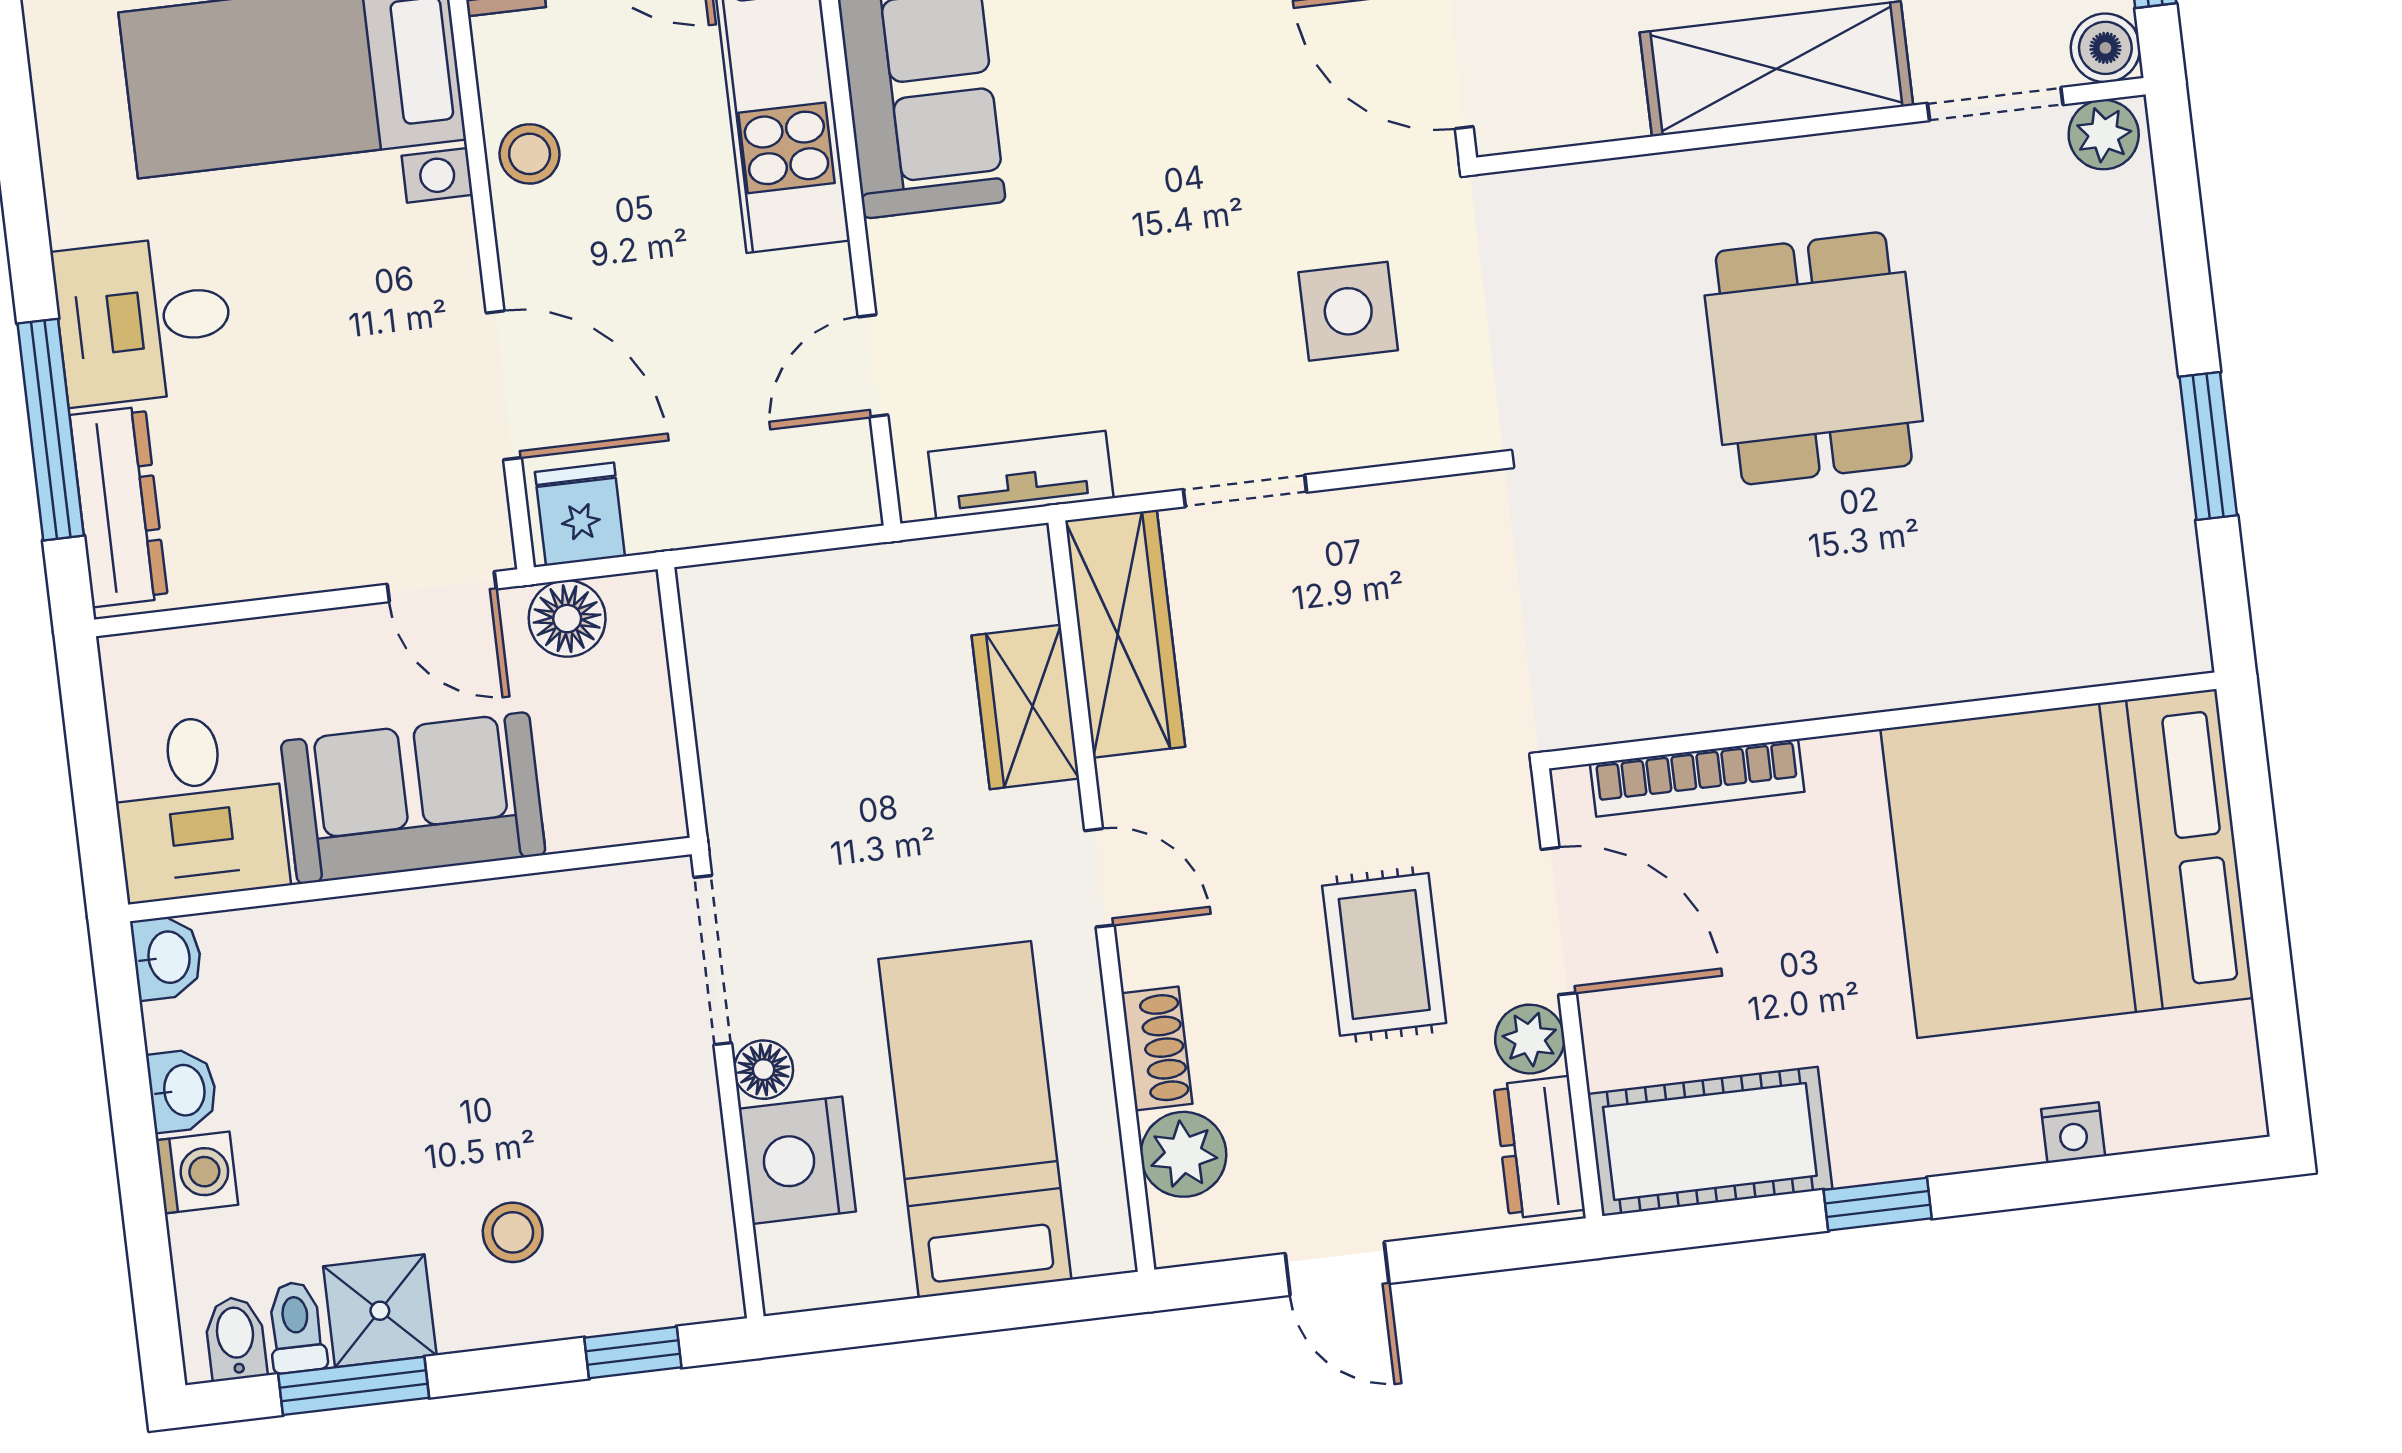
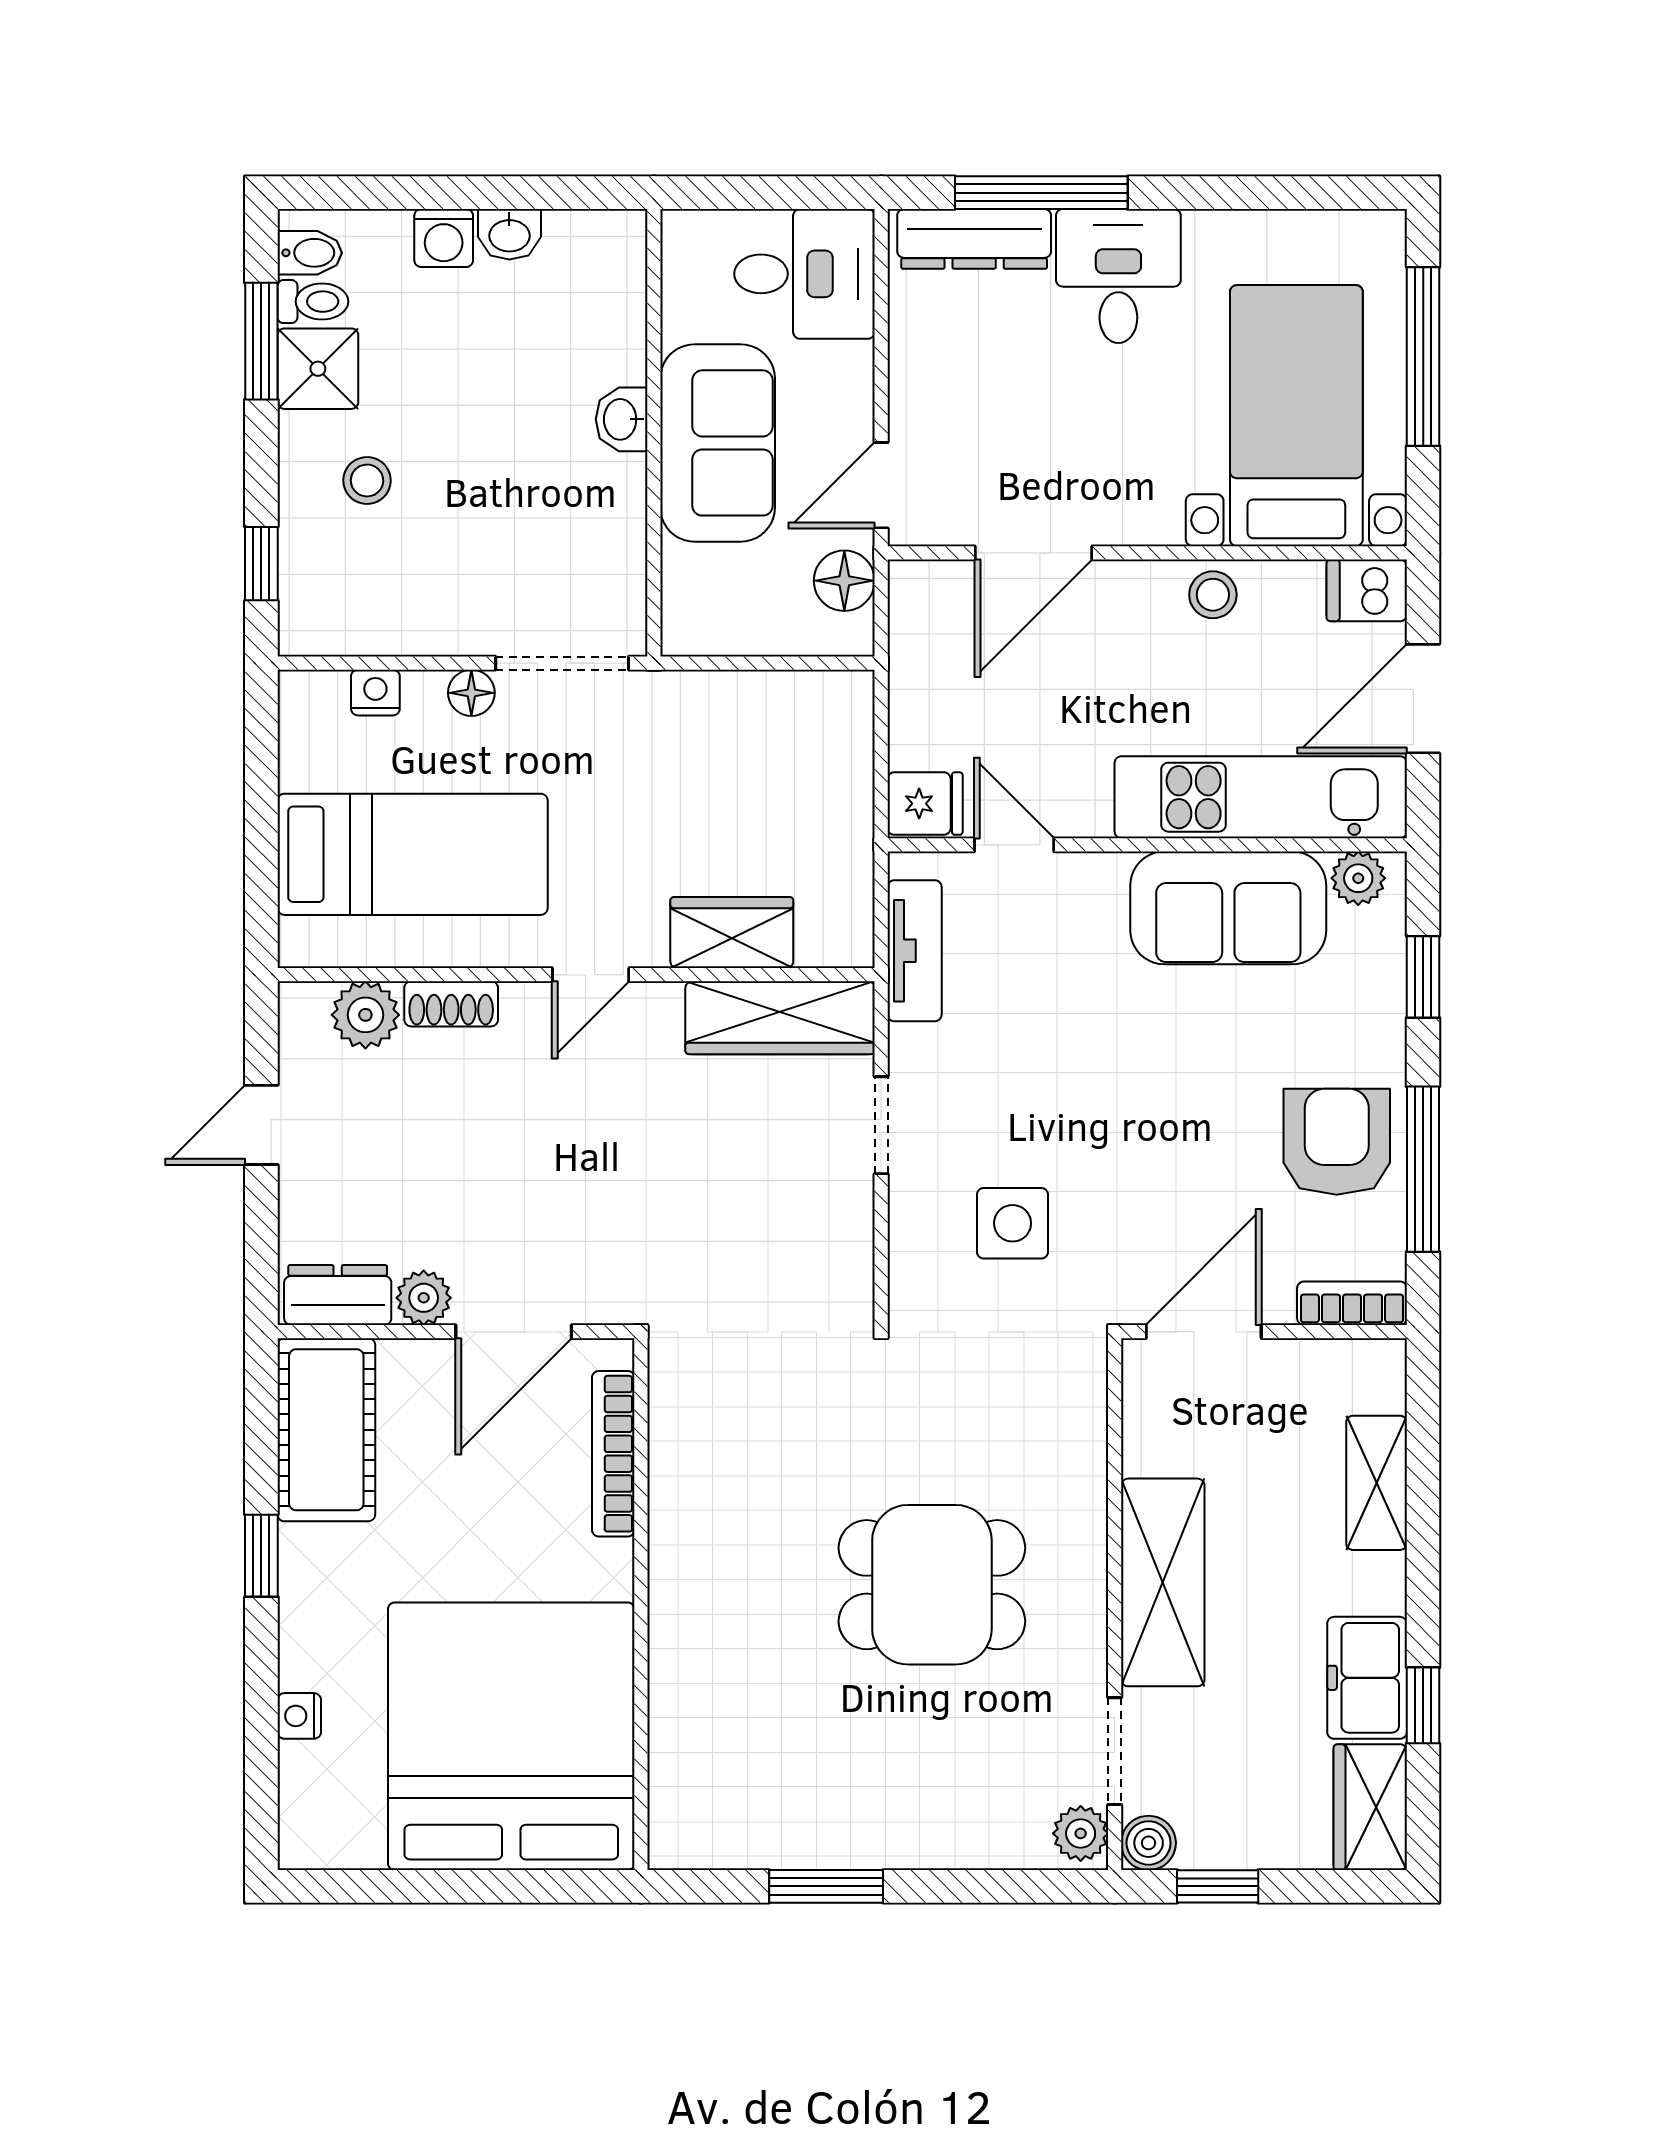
fridge: (580, 514) -> (925, 804), moved
desk: (199, 807) -> (804, 274), moved, turned 180
rug: (1384, 954) -> (504, 1191), removed
washbasin: (167, 957) -> (622, 419), moved, turned 90
nightstand: (797, 1160) -> (375, 693), width x0.53, depth x0.56

